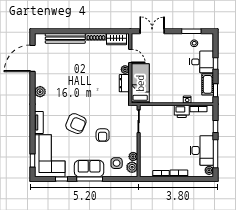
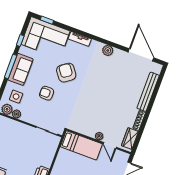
door: (130, 56) -> (110, 145), hinge flipped
dresser: (124, 83) -> (87, 131), removed
armchair: (76, 124) -> (66, 73), turned 121

